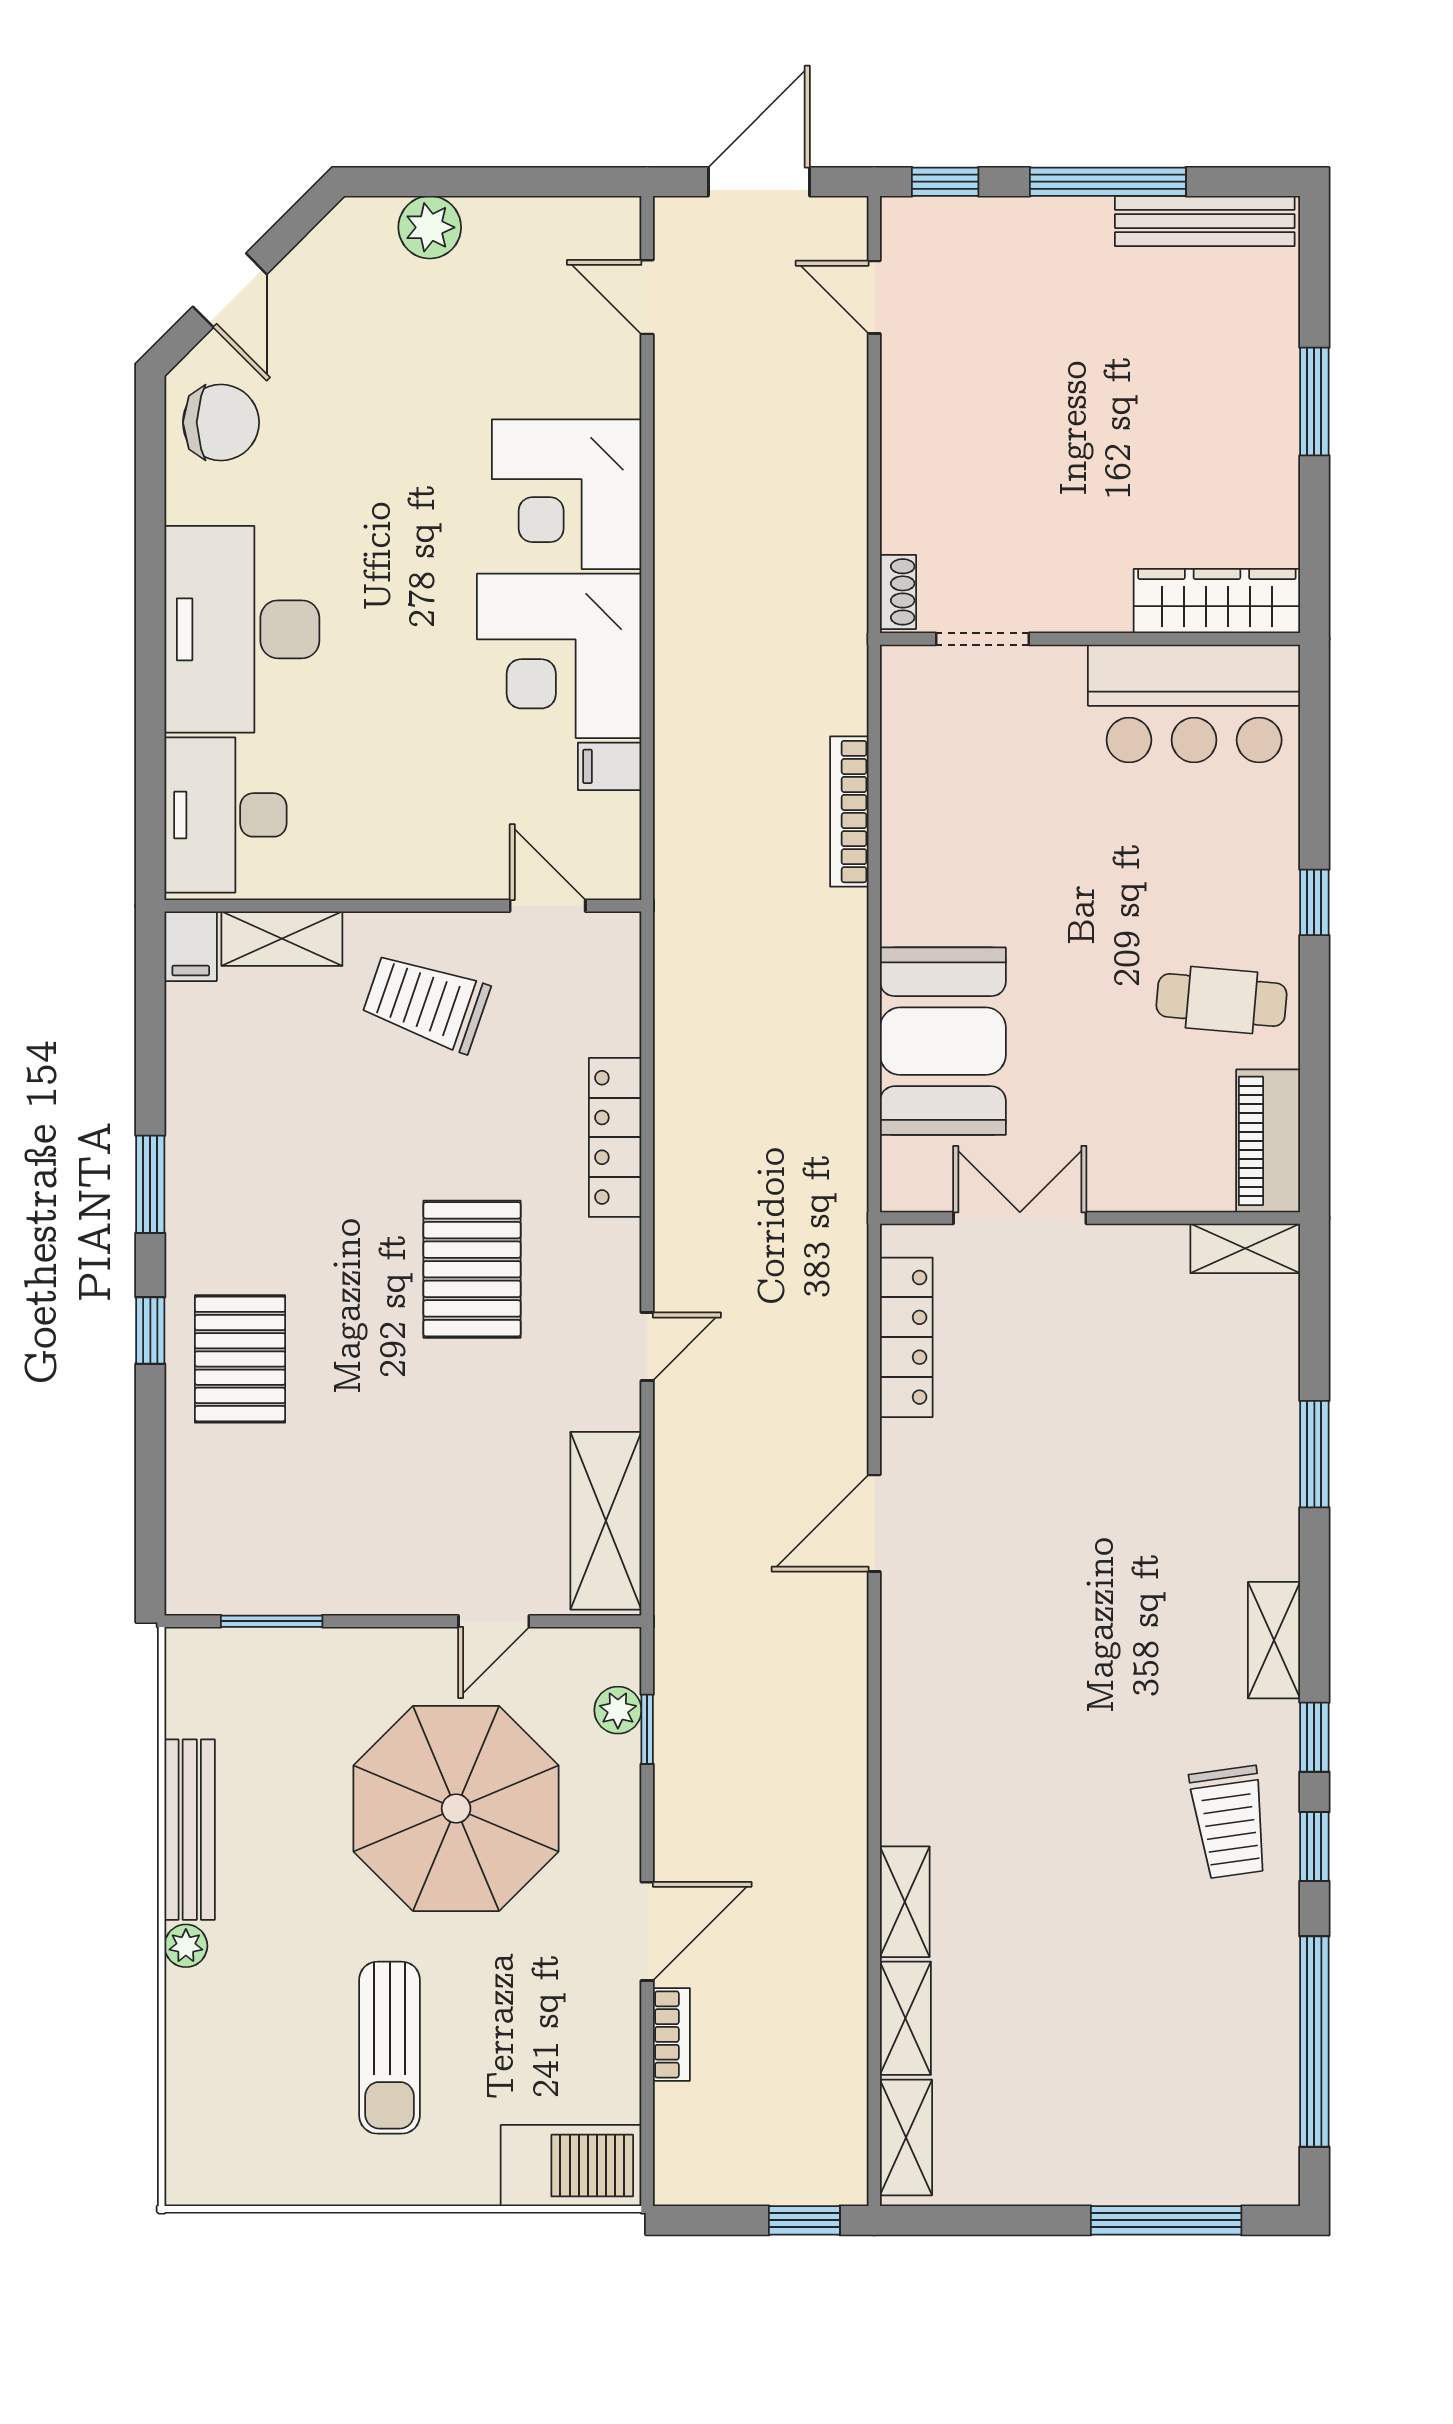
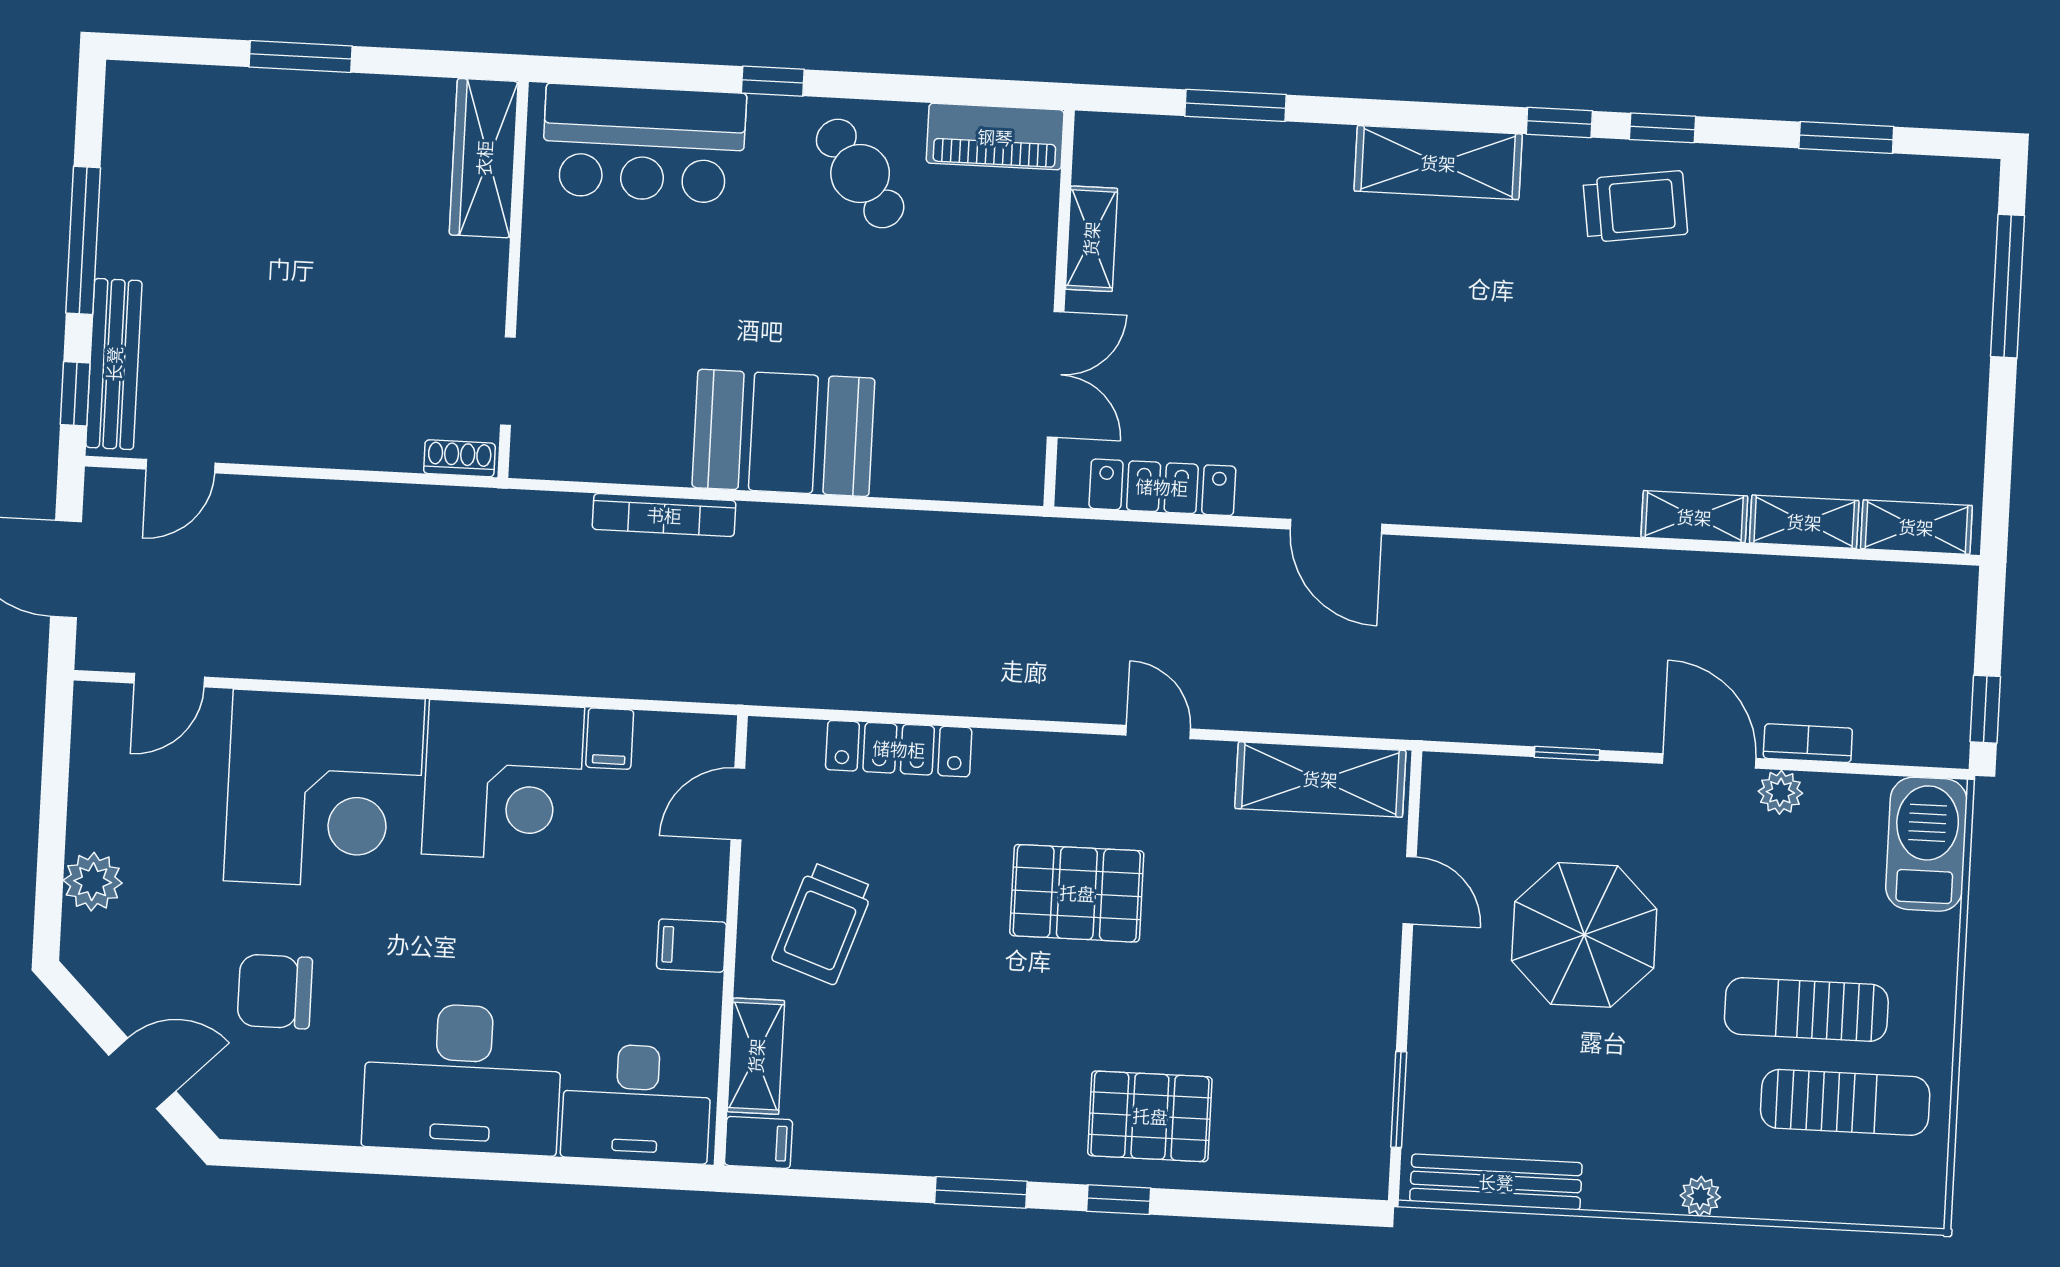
bench: (1205, 221) -> (114, 364), moved
chair: (221, 422) -> (275, 991), moved, turned -90
corner desk: (567, 494) -> (324, 790), width x1.36, depth x1.36
bar counter: (1194, 703) -> (644, 144), moved, turned 90
filing cabinet: (395, 864) -> (691, 946), added
cafe table: (1222, 1000) -> (860, 174), turned -42
booth: (943, 1041) -> (783, 433), moved
locker: (615, 1137) -> (899, 749), moved
double door: (1020, 1218) -> (1056, 374), swing flipped
shelving: (1245, 1248) -> (1091, 239), moved
window: (1314, 1454) -> (1236, 105), moved
shelving: (1274, 1640) -> (1438, 163), width x1.50, depth x1.33
plant: (618, 1710) -> (1780, 792), moved
window: (647, 1729) -> (1567, 753), moved
parasol: (456, 1808) -> (1584, 935), width x0.73, depth x0.73
bench: (190, 1830) -> (1496, 1182), moved
window: (1314, 2042) -> (1846, 137), width x0.47
sun lounger: (390, 2048) -> (1806, 1009), turned 180
sun lounger: (293, 2094) -> (1845, 1102), added
window: (804, 2220) -> (1985, 709), moved

